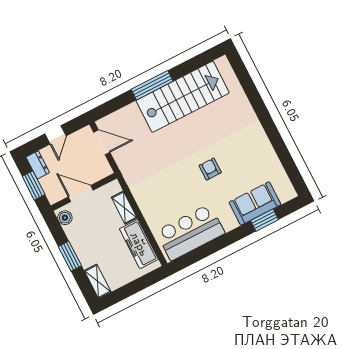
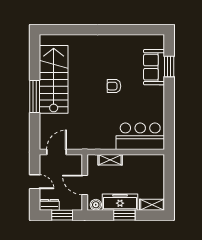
door: (81, 194) -> (85, 185), hinge flipped
bar counter: (190, 232) -> (140, 136), moved, turned 90
freezer: (139, 244) -> (120, 202), moved, turned 180

